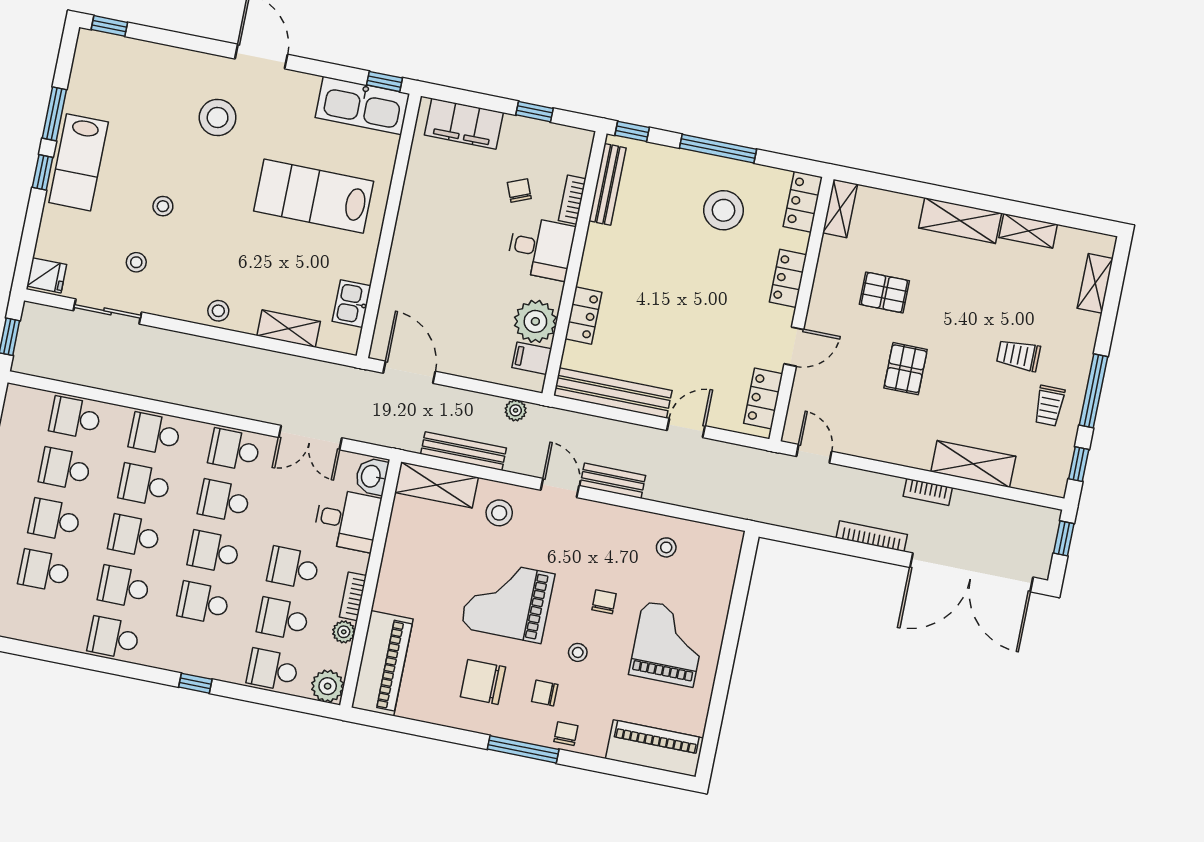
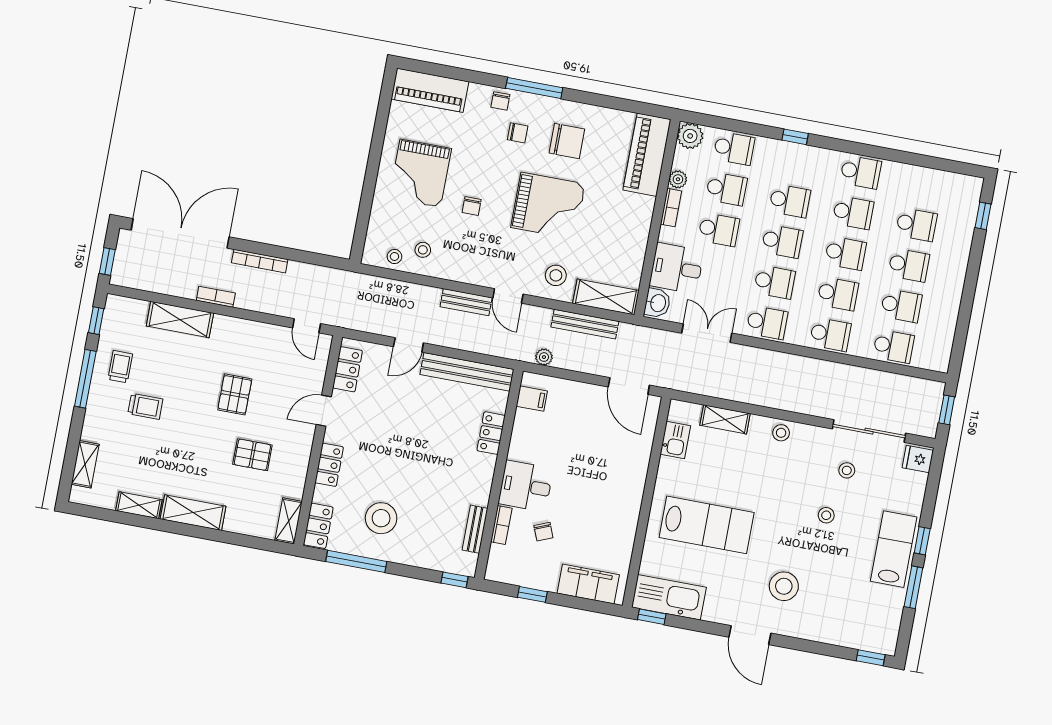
window: (718, 149) -> (356, 561), moved
bench: (607, 184) -> (475, 529), width x0.73
sliding door: (108, 311) -> (869, 431), width x1.37
plant: (535, 321) -> (529, 428), removed
stool: (578, 652) -> (394, 256), moved

